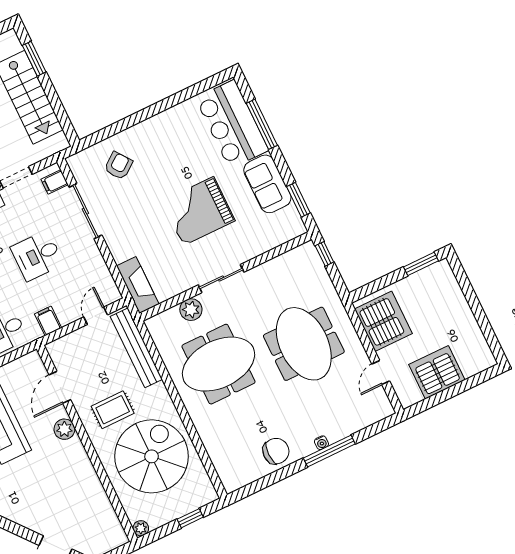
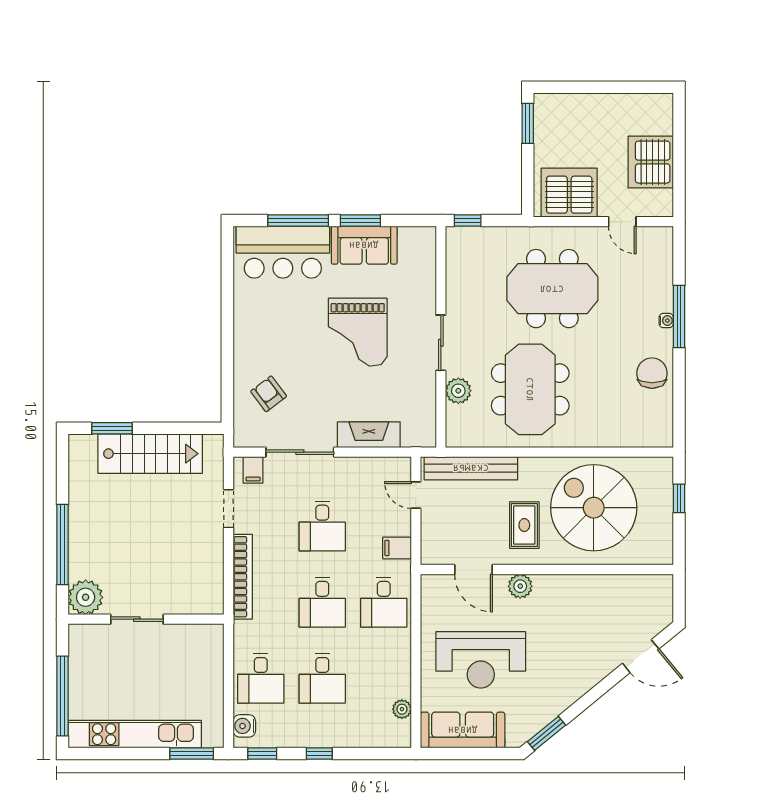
window: (298, 200) -> (360, 221), moved
fireplace: (138, 285) -> (369, 435), moved
plant: (141, 528) -> (664, 556), removed

